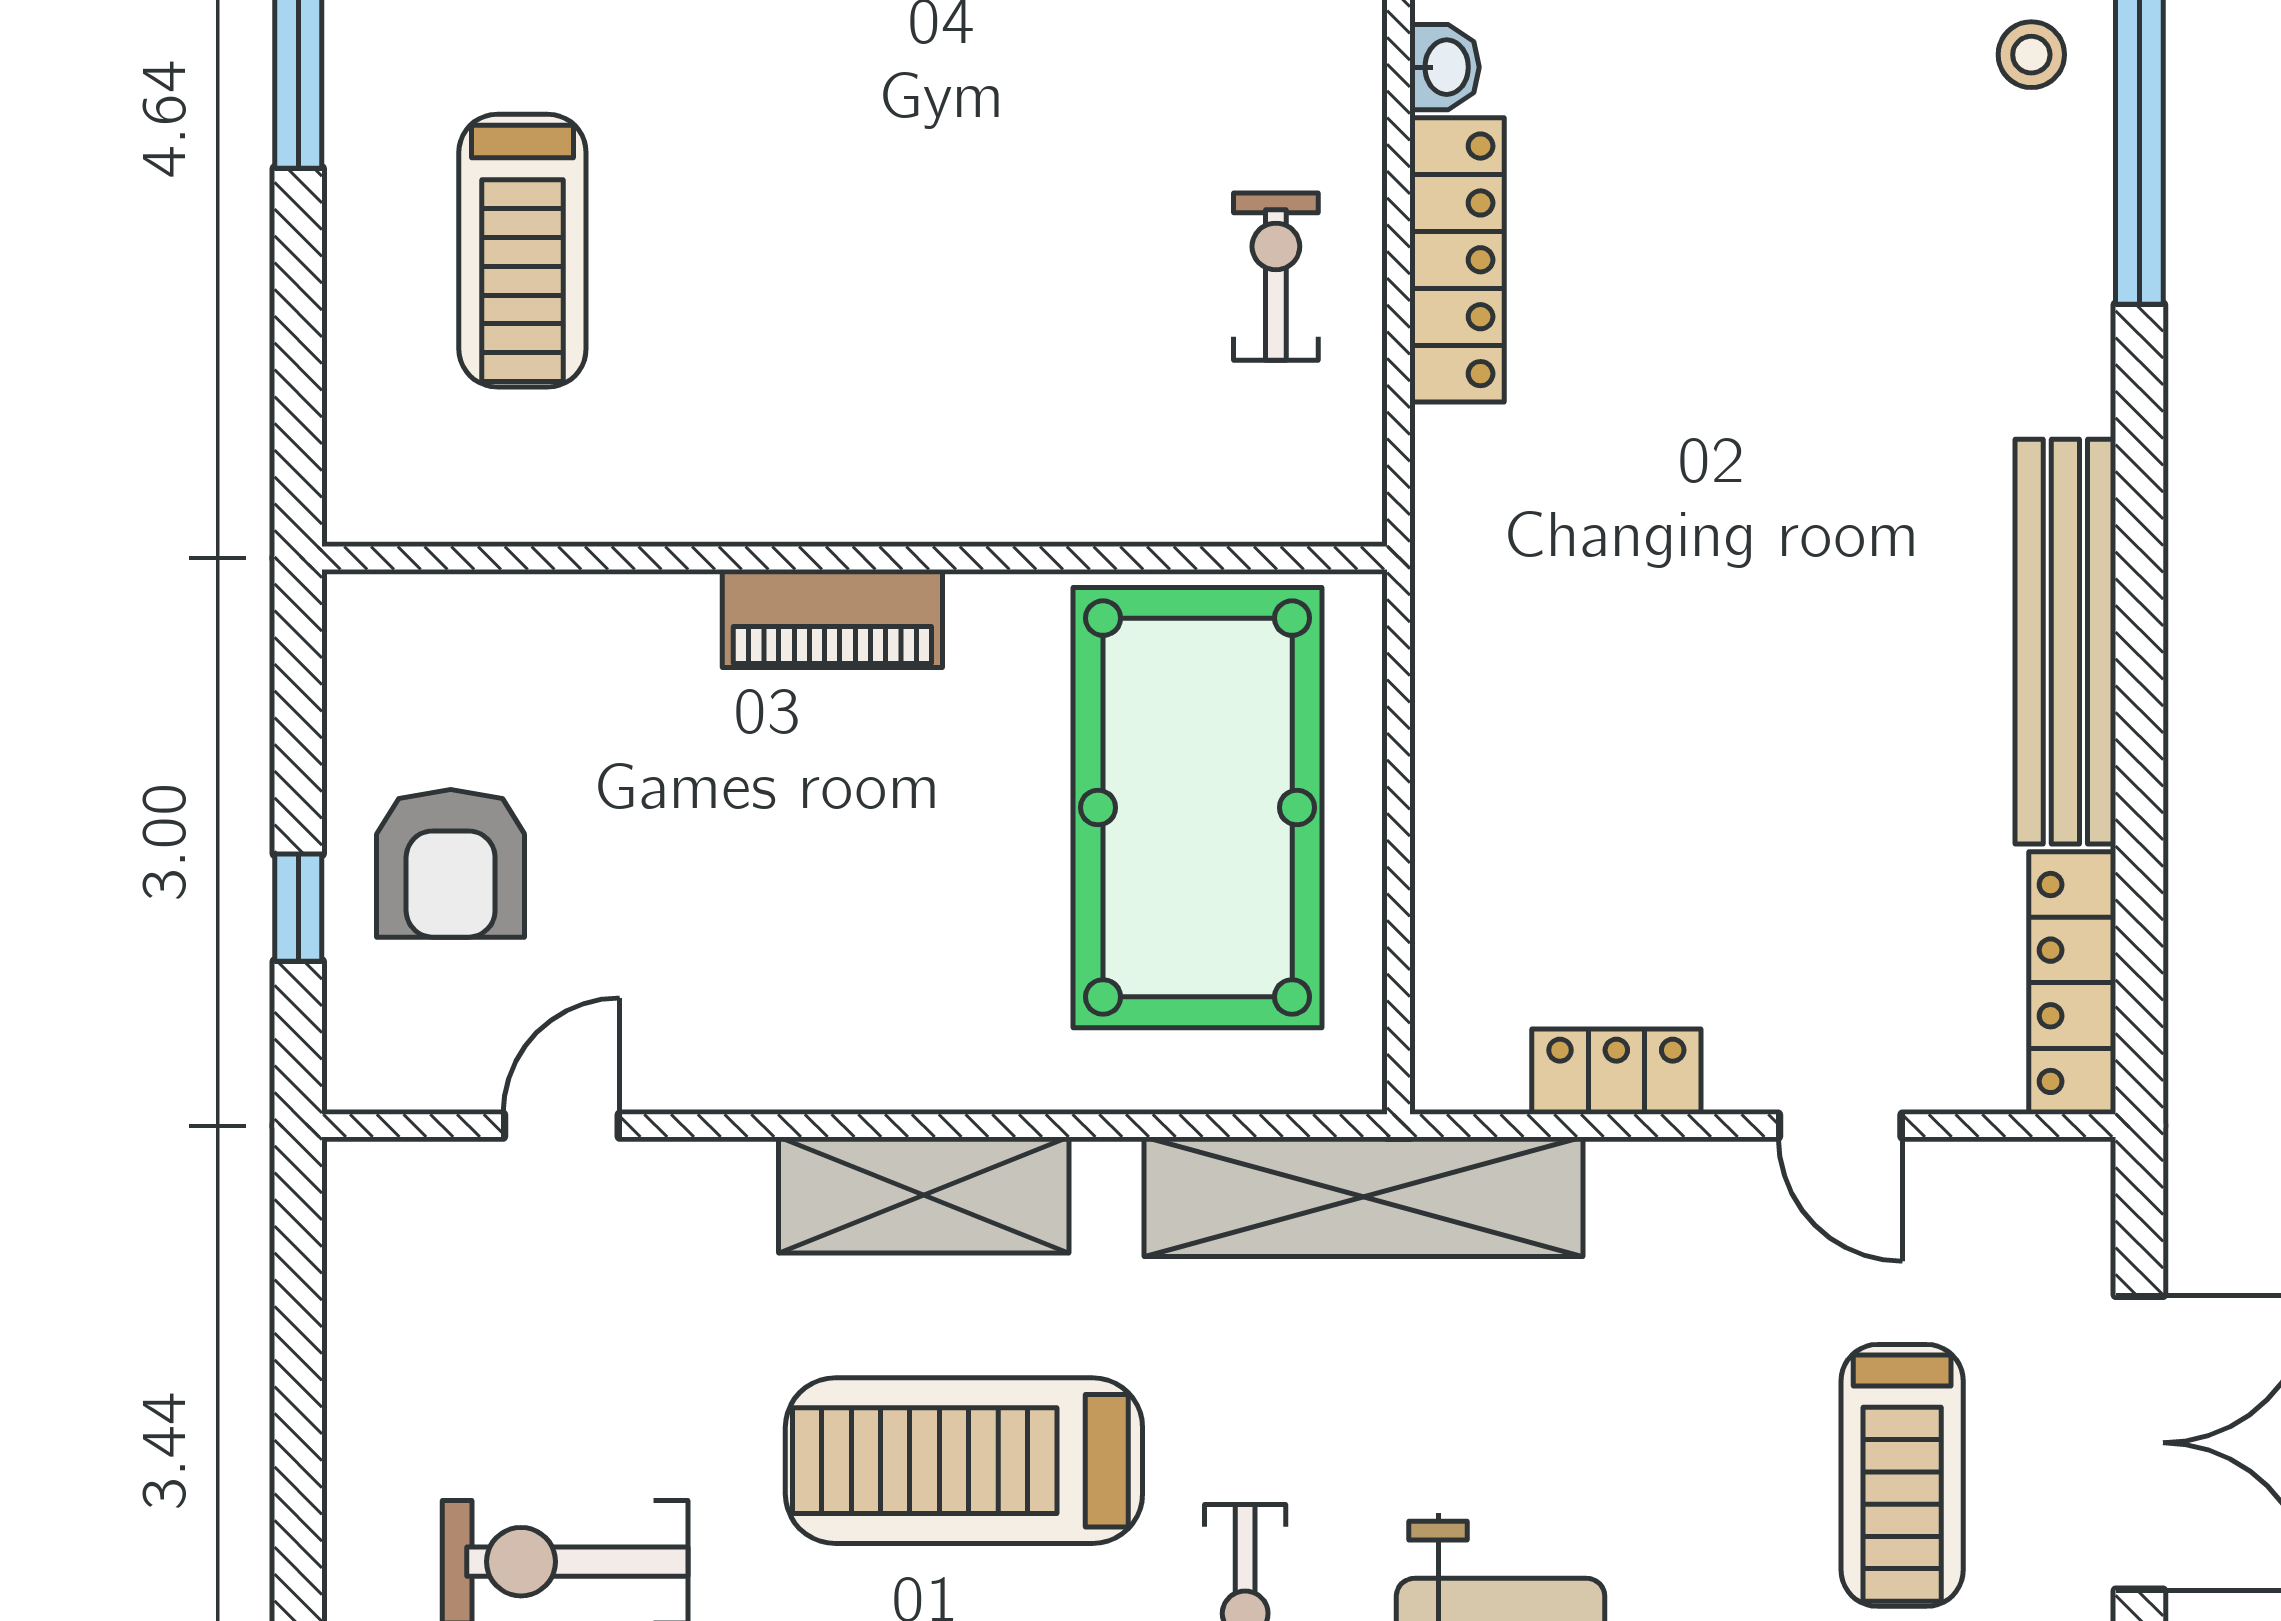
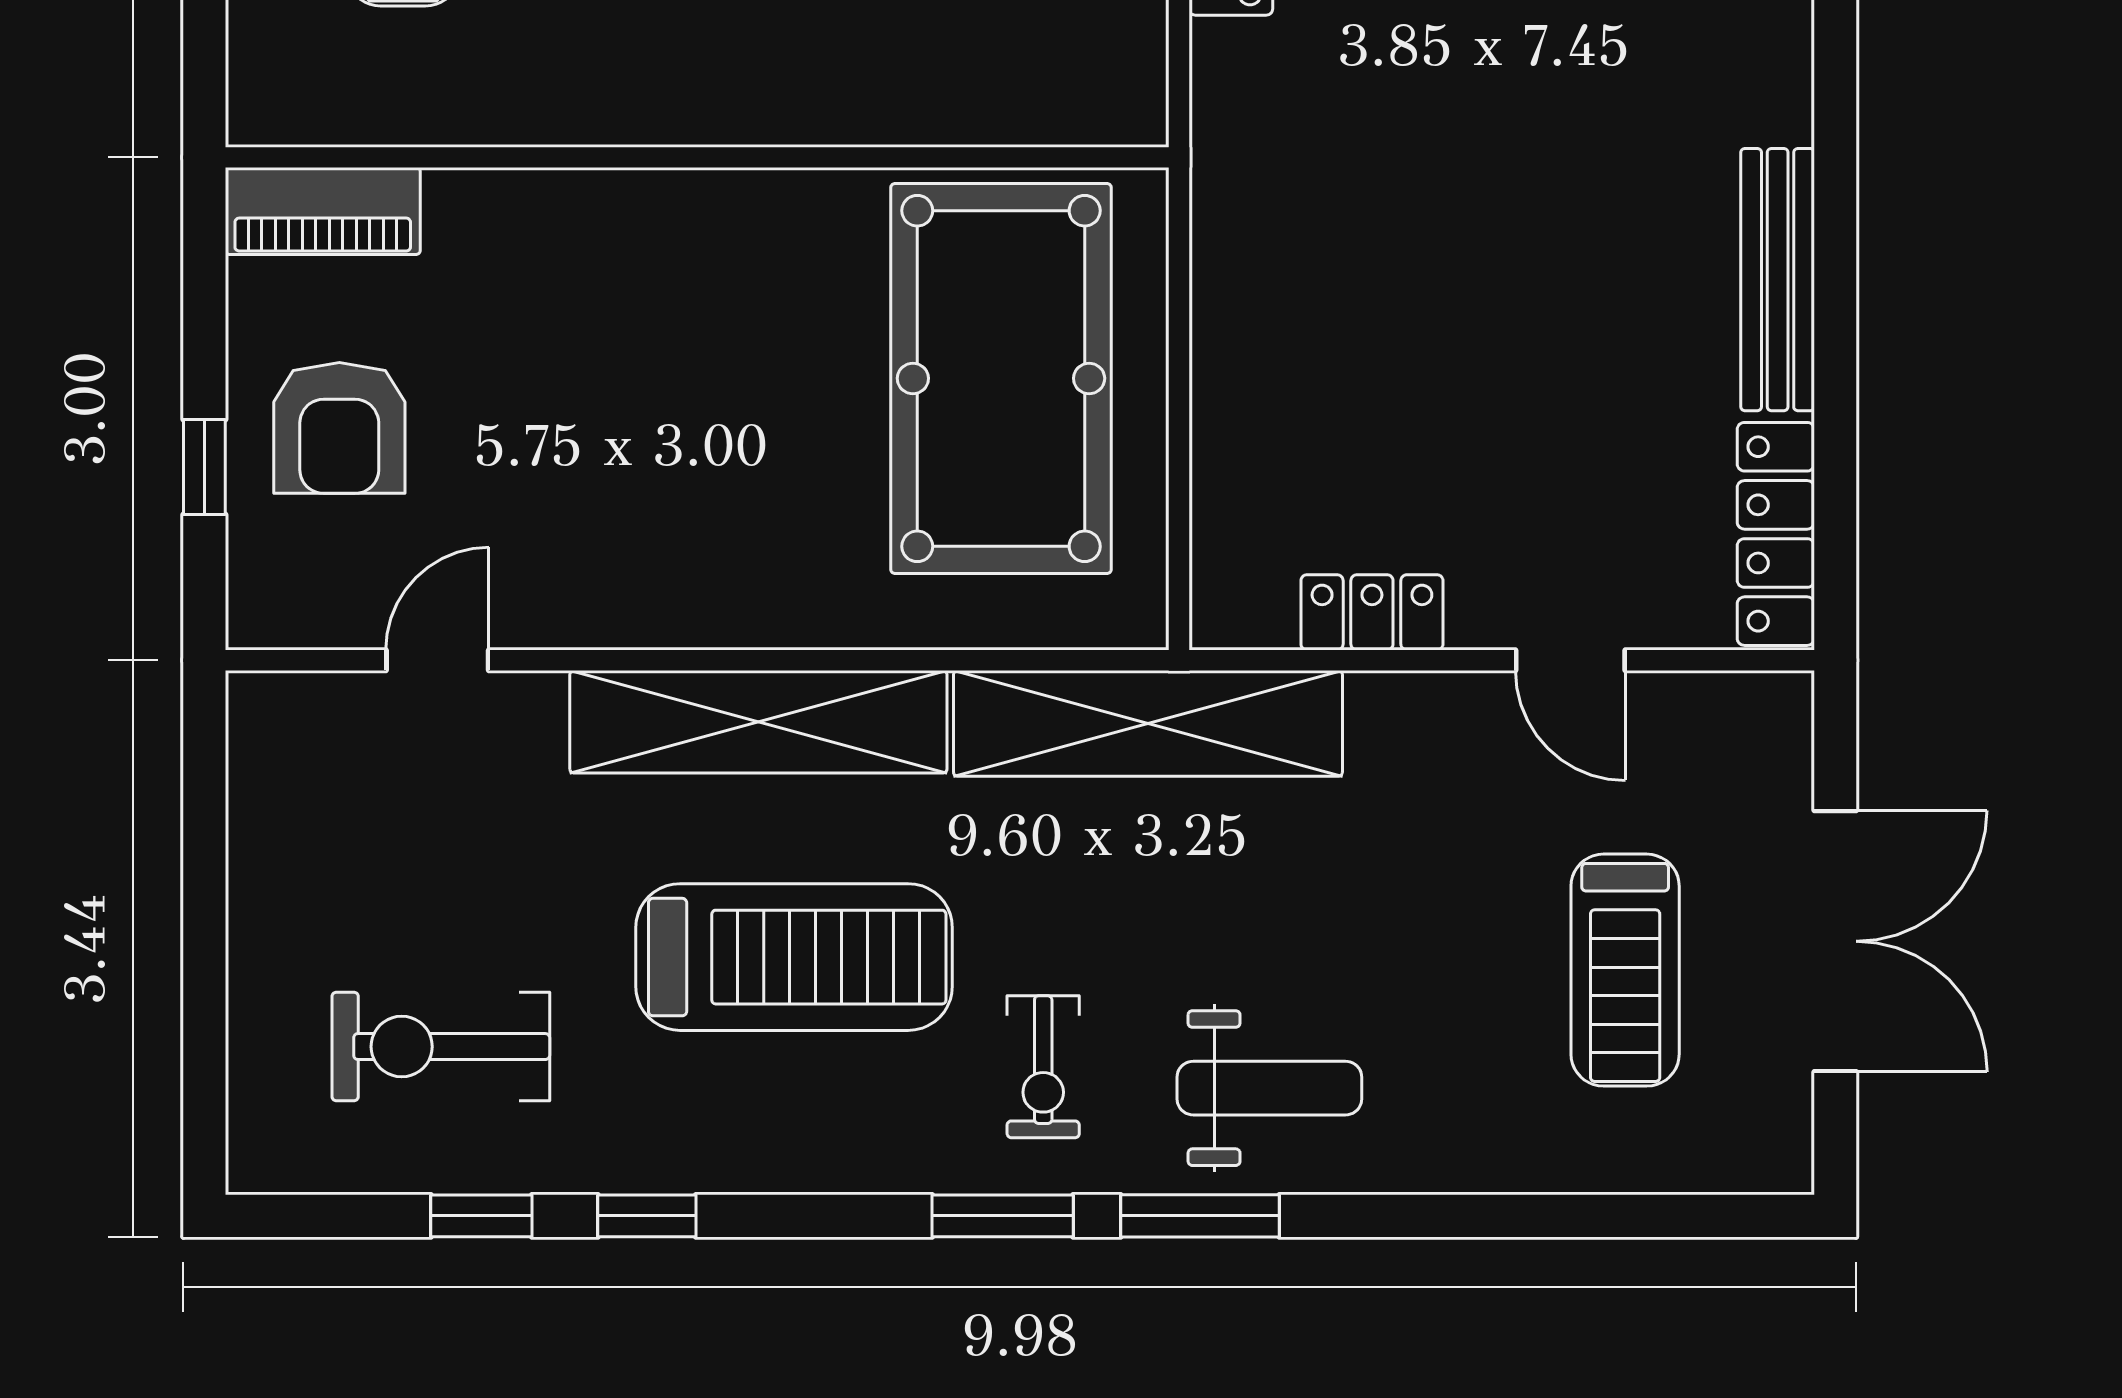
piano: (832, 618) -> (323, 211), moved
bench: (2065, 642) -> (1778, 280), width x0.73, depth x0.82
shelving: (924, 1195) -> (758, 722), width x1.47
treadmill: (964, 1461) -> (794, 957), turned 180

